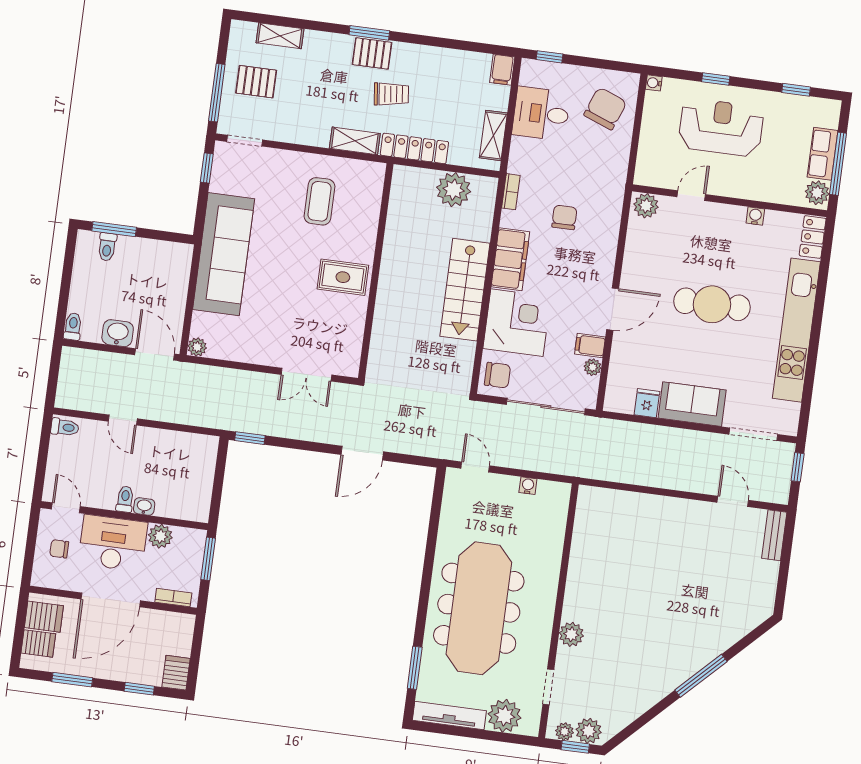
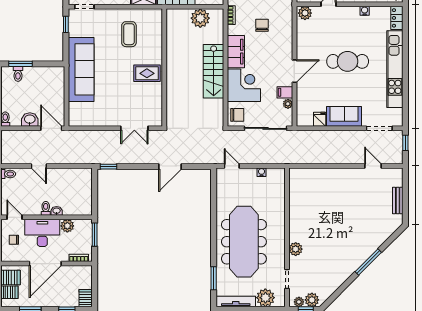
plant: (197, 347) -> (74, 121), removed
bench: (774, 535) -> (398, 201), moved

